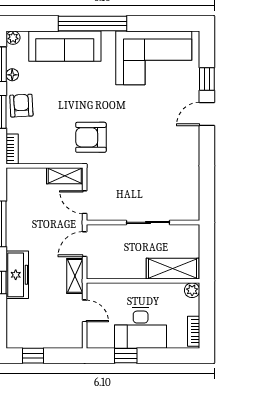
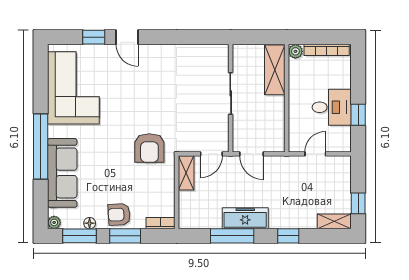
freezer: (17, 275) -> (245, 218), moved
shelving: (75, 276) -> (334, 221), moved
desk: (141, 328) -> (332, 107), width x0.73
bookcase: (194, 331) -> (327, 50), width x1.56

